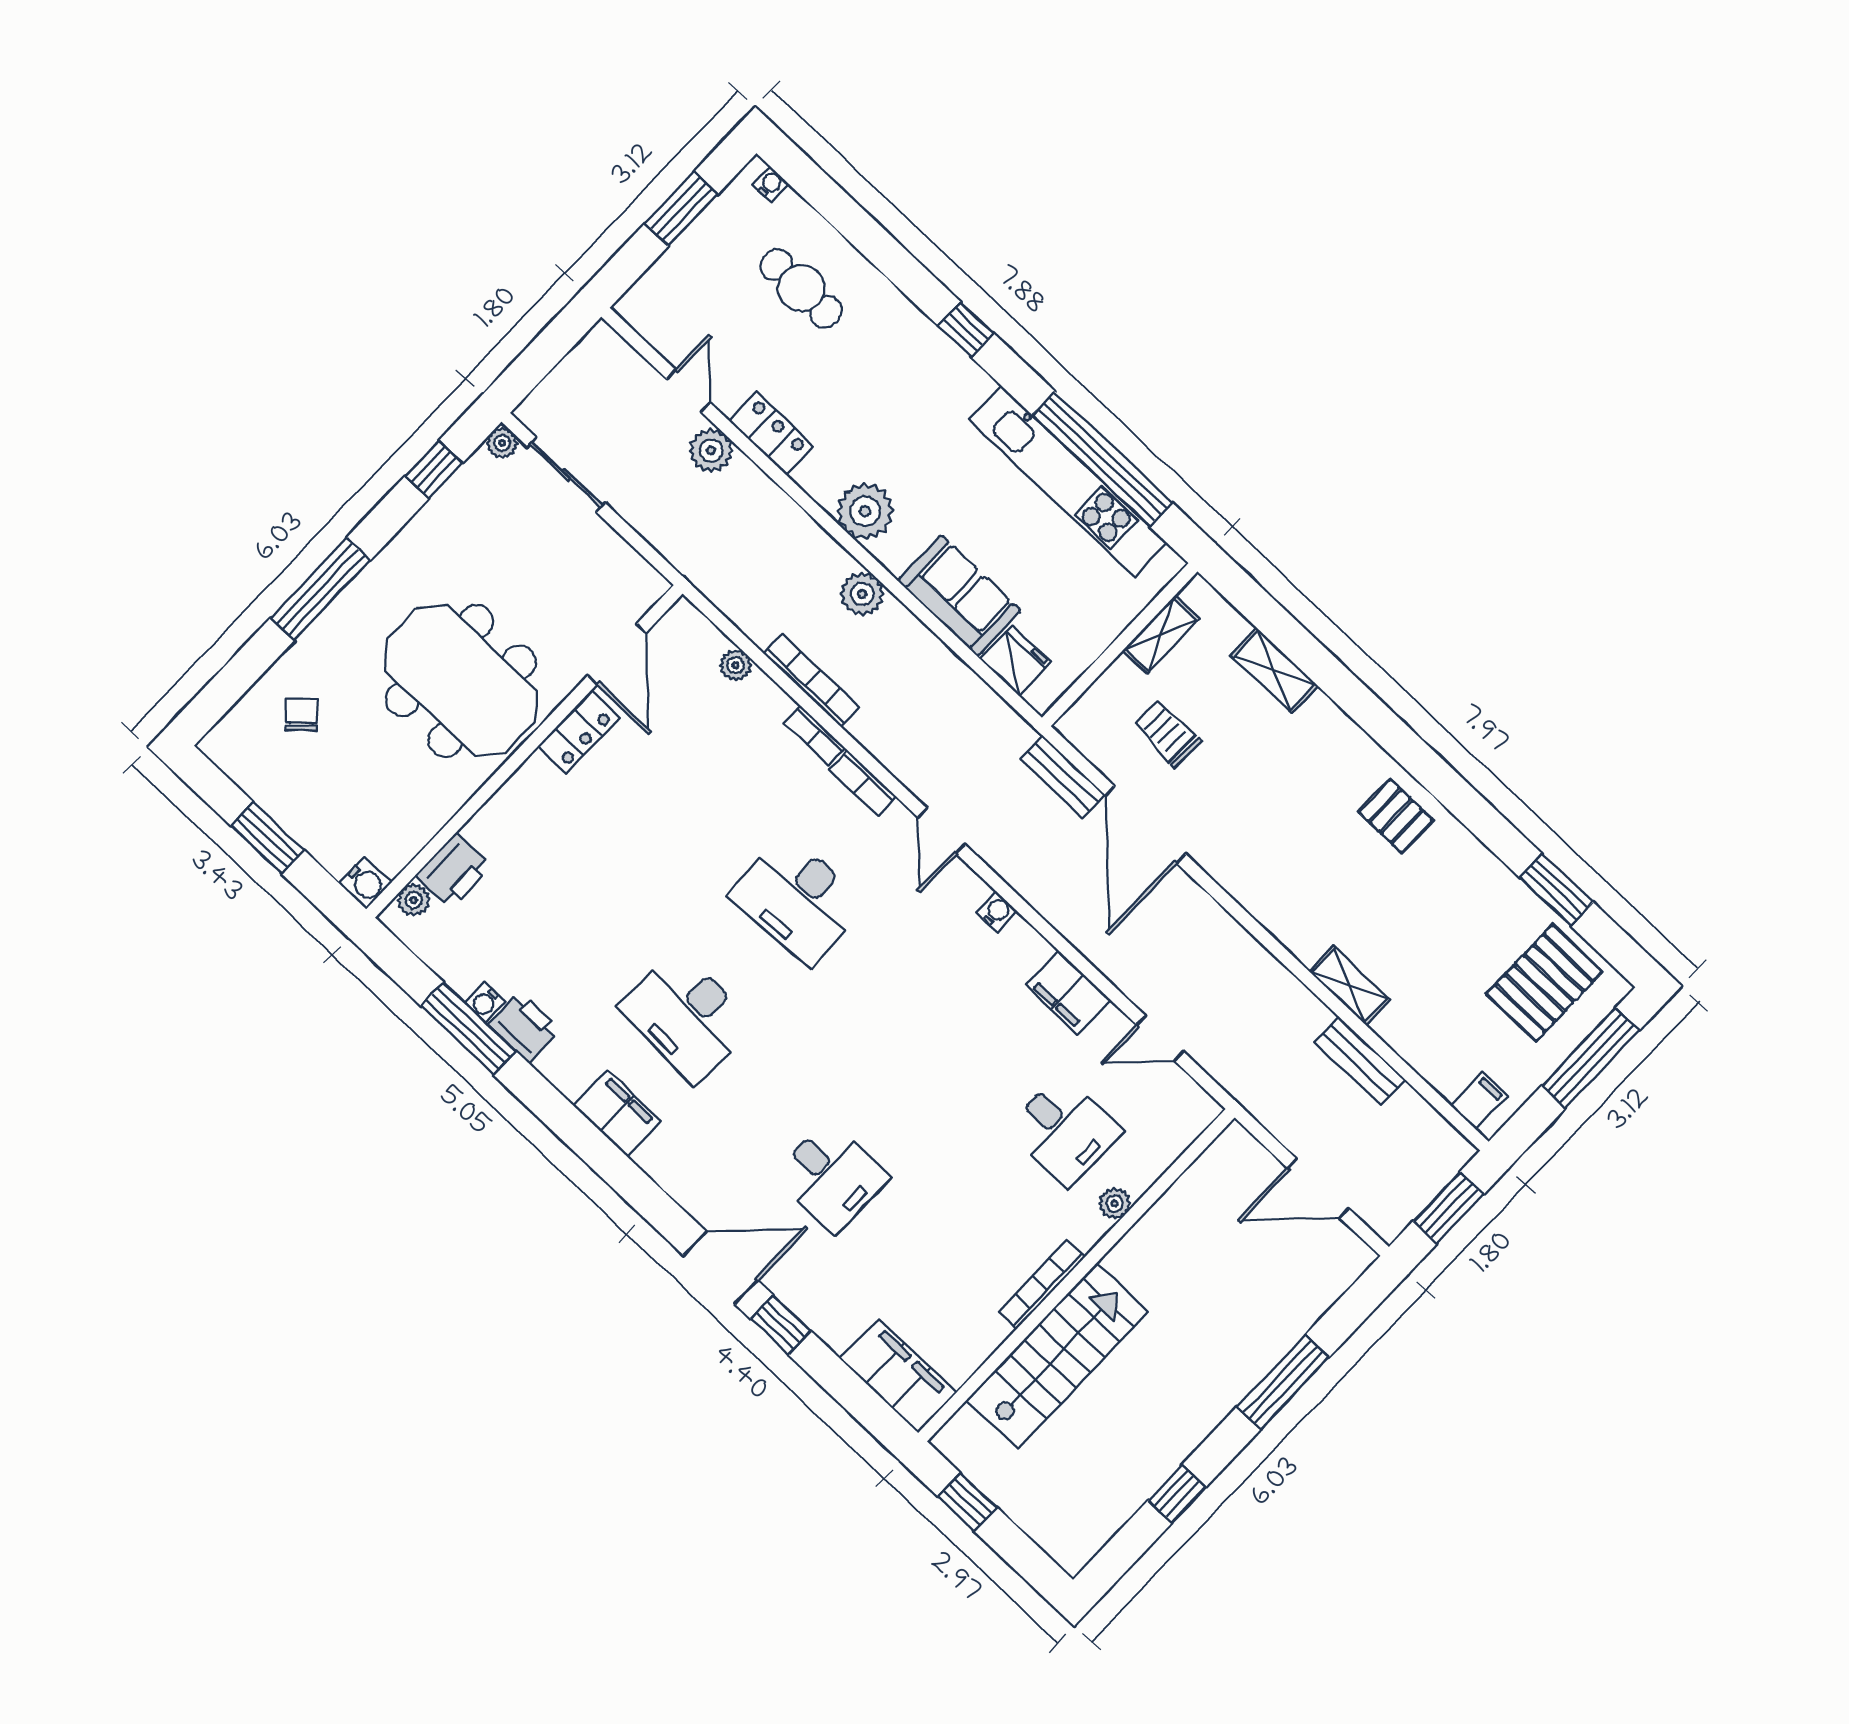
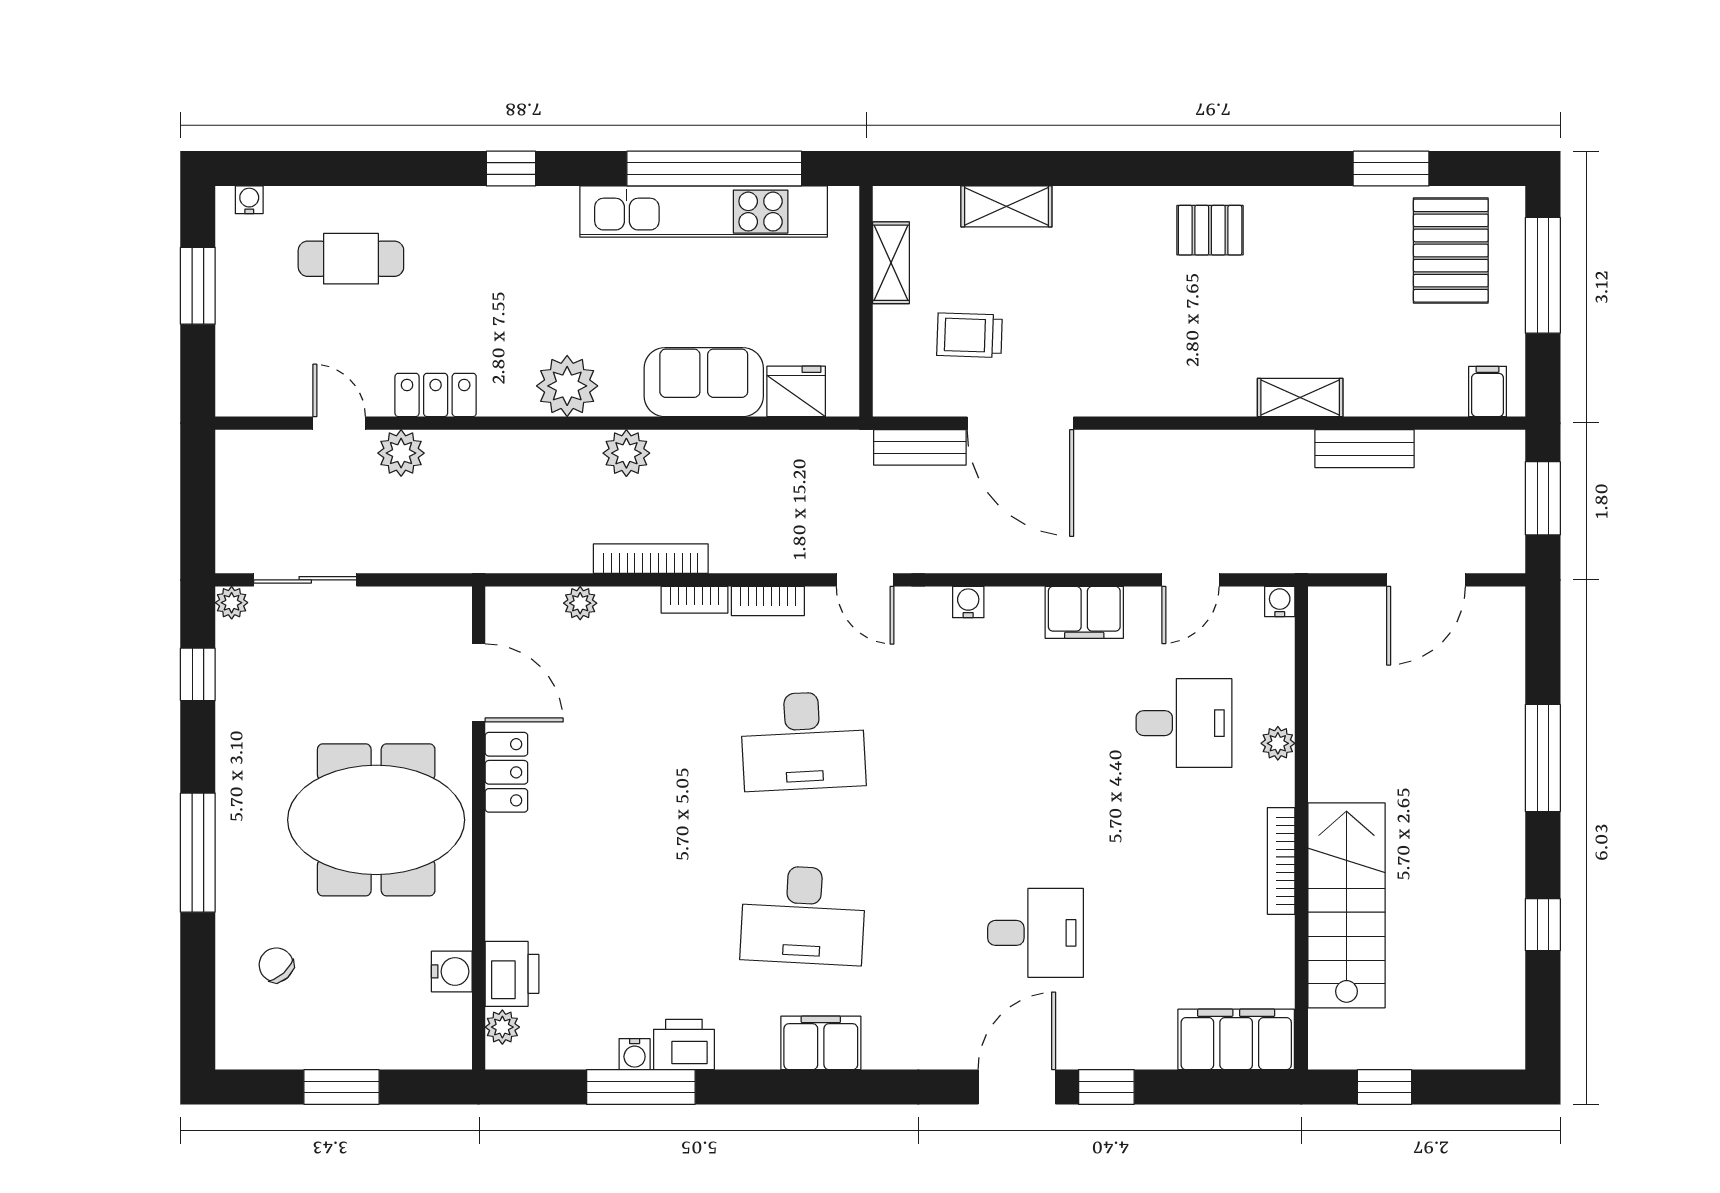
water cooler: (365, 883) -> (452, 971), moved
water cooler: (1206, 1109) -> (1280, 601), added

